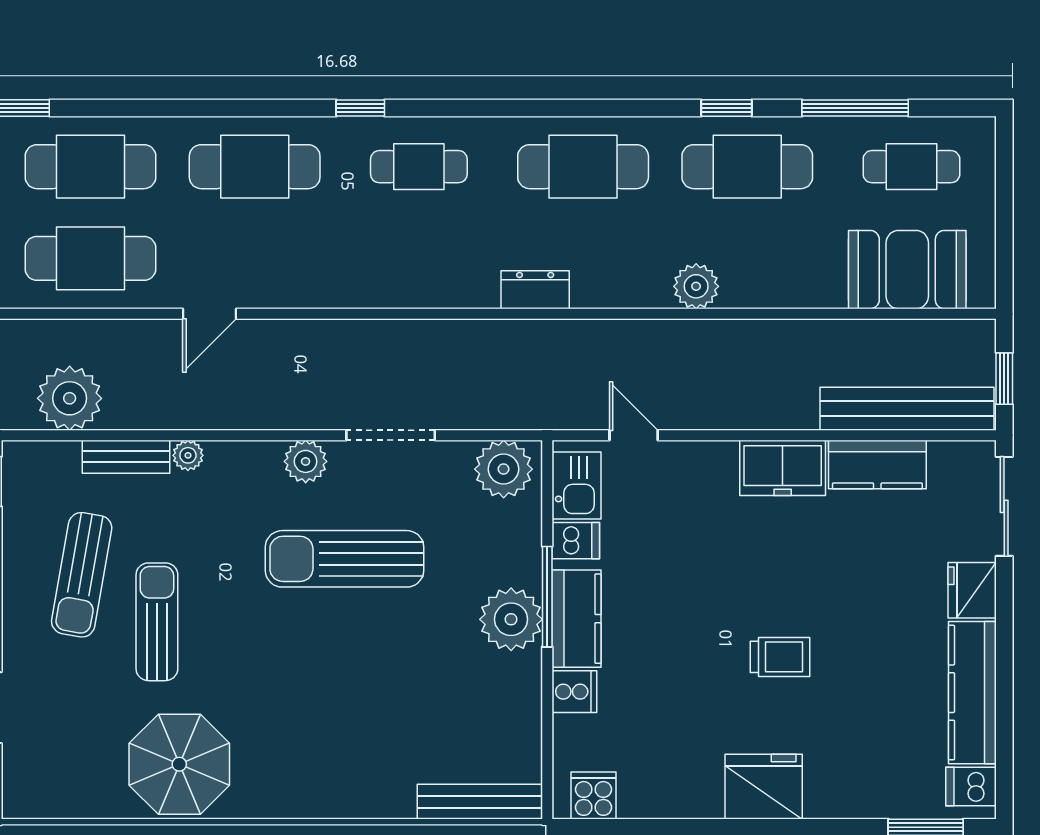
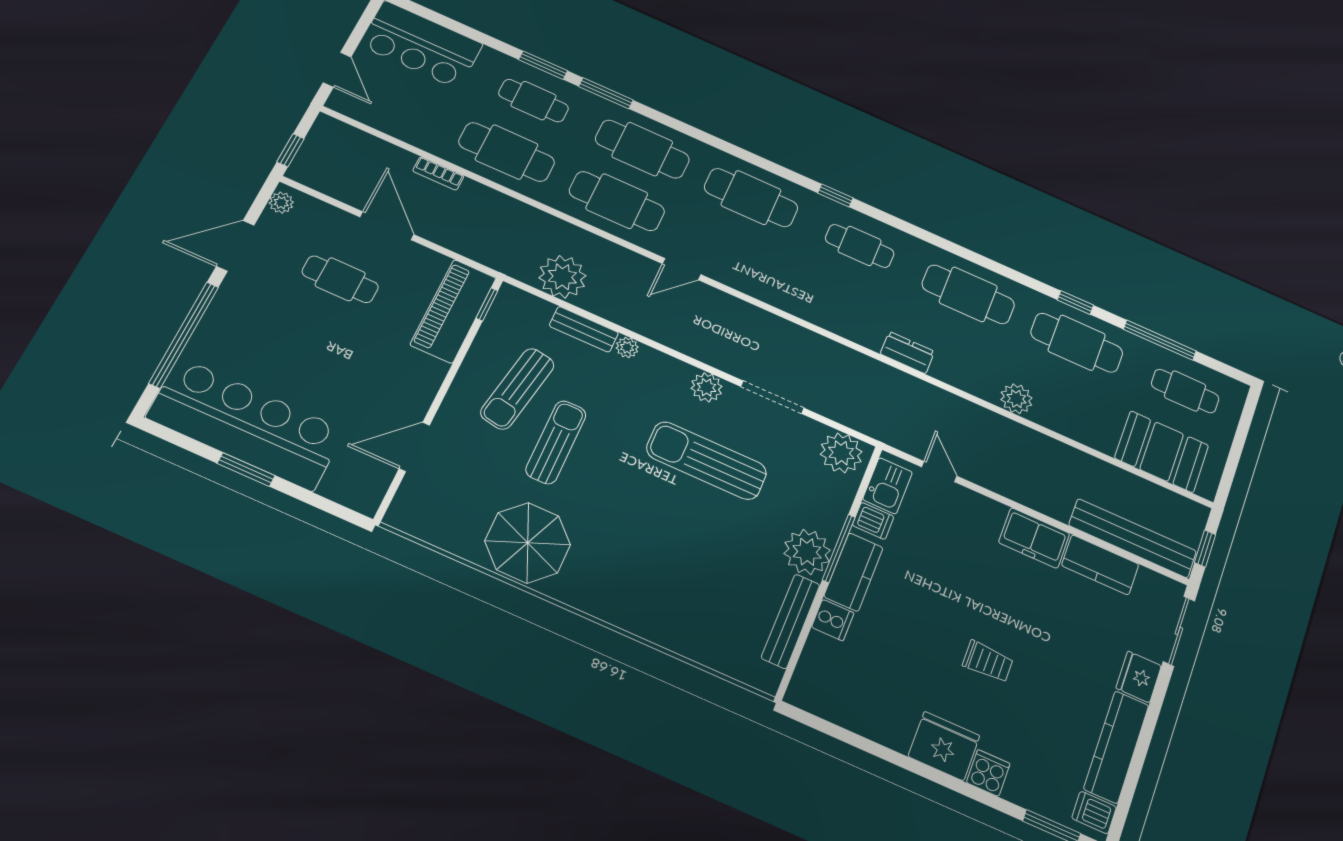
cooker: (593, 796) -> (988, 773), moved
bench: (480, 802) -> (791, 621), moved, turned 90

